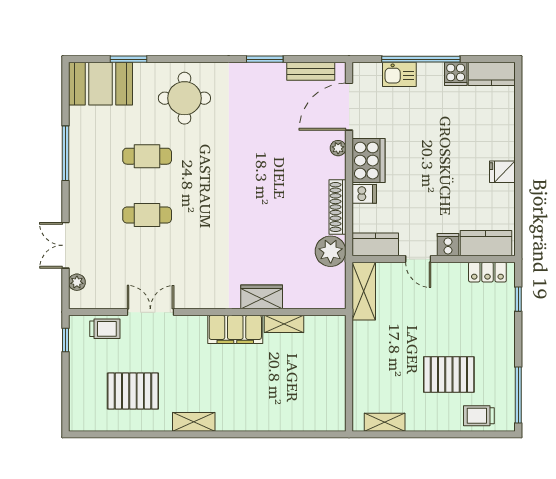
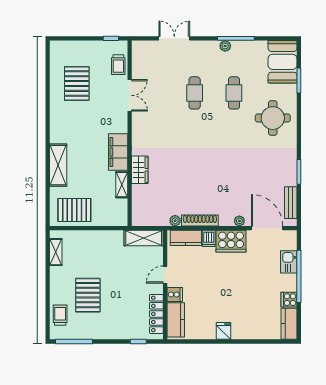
kitchen counter: (375, 244) -> (186, 238), moved, turned 90
plant: (331, 251) -> (175, 221), width x0.53, depth x0.53
locker: (487, 272) -> (156, 314), width x1.53
plant: (77, 282) -> (225, 46), moved
pallet: (322, 394) -> (74, 210), added
shelving: (194, 422) -> (58, 165), moved, width x1.50, depth x1.33

